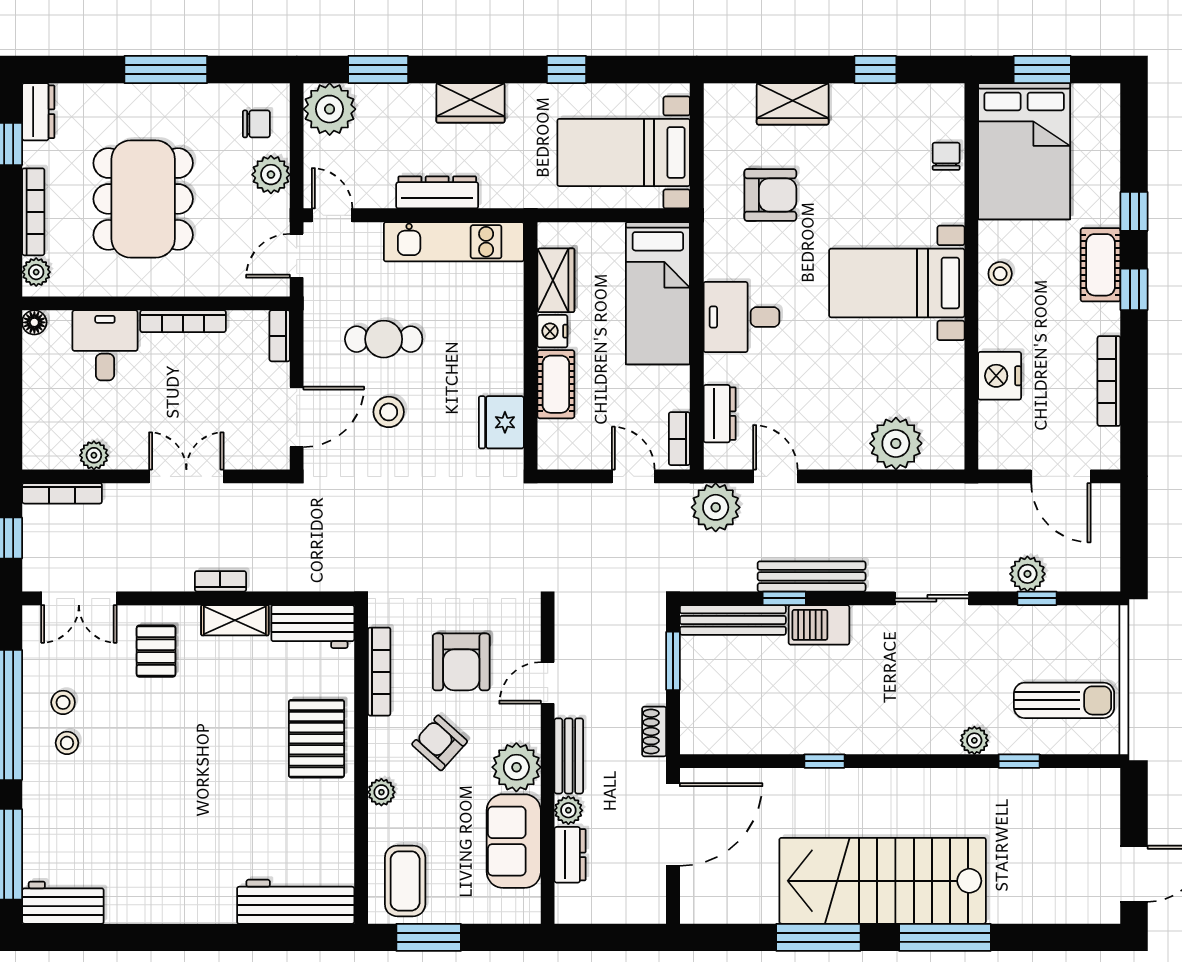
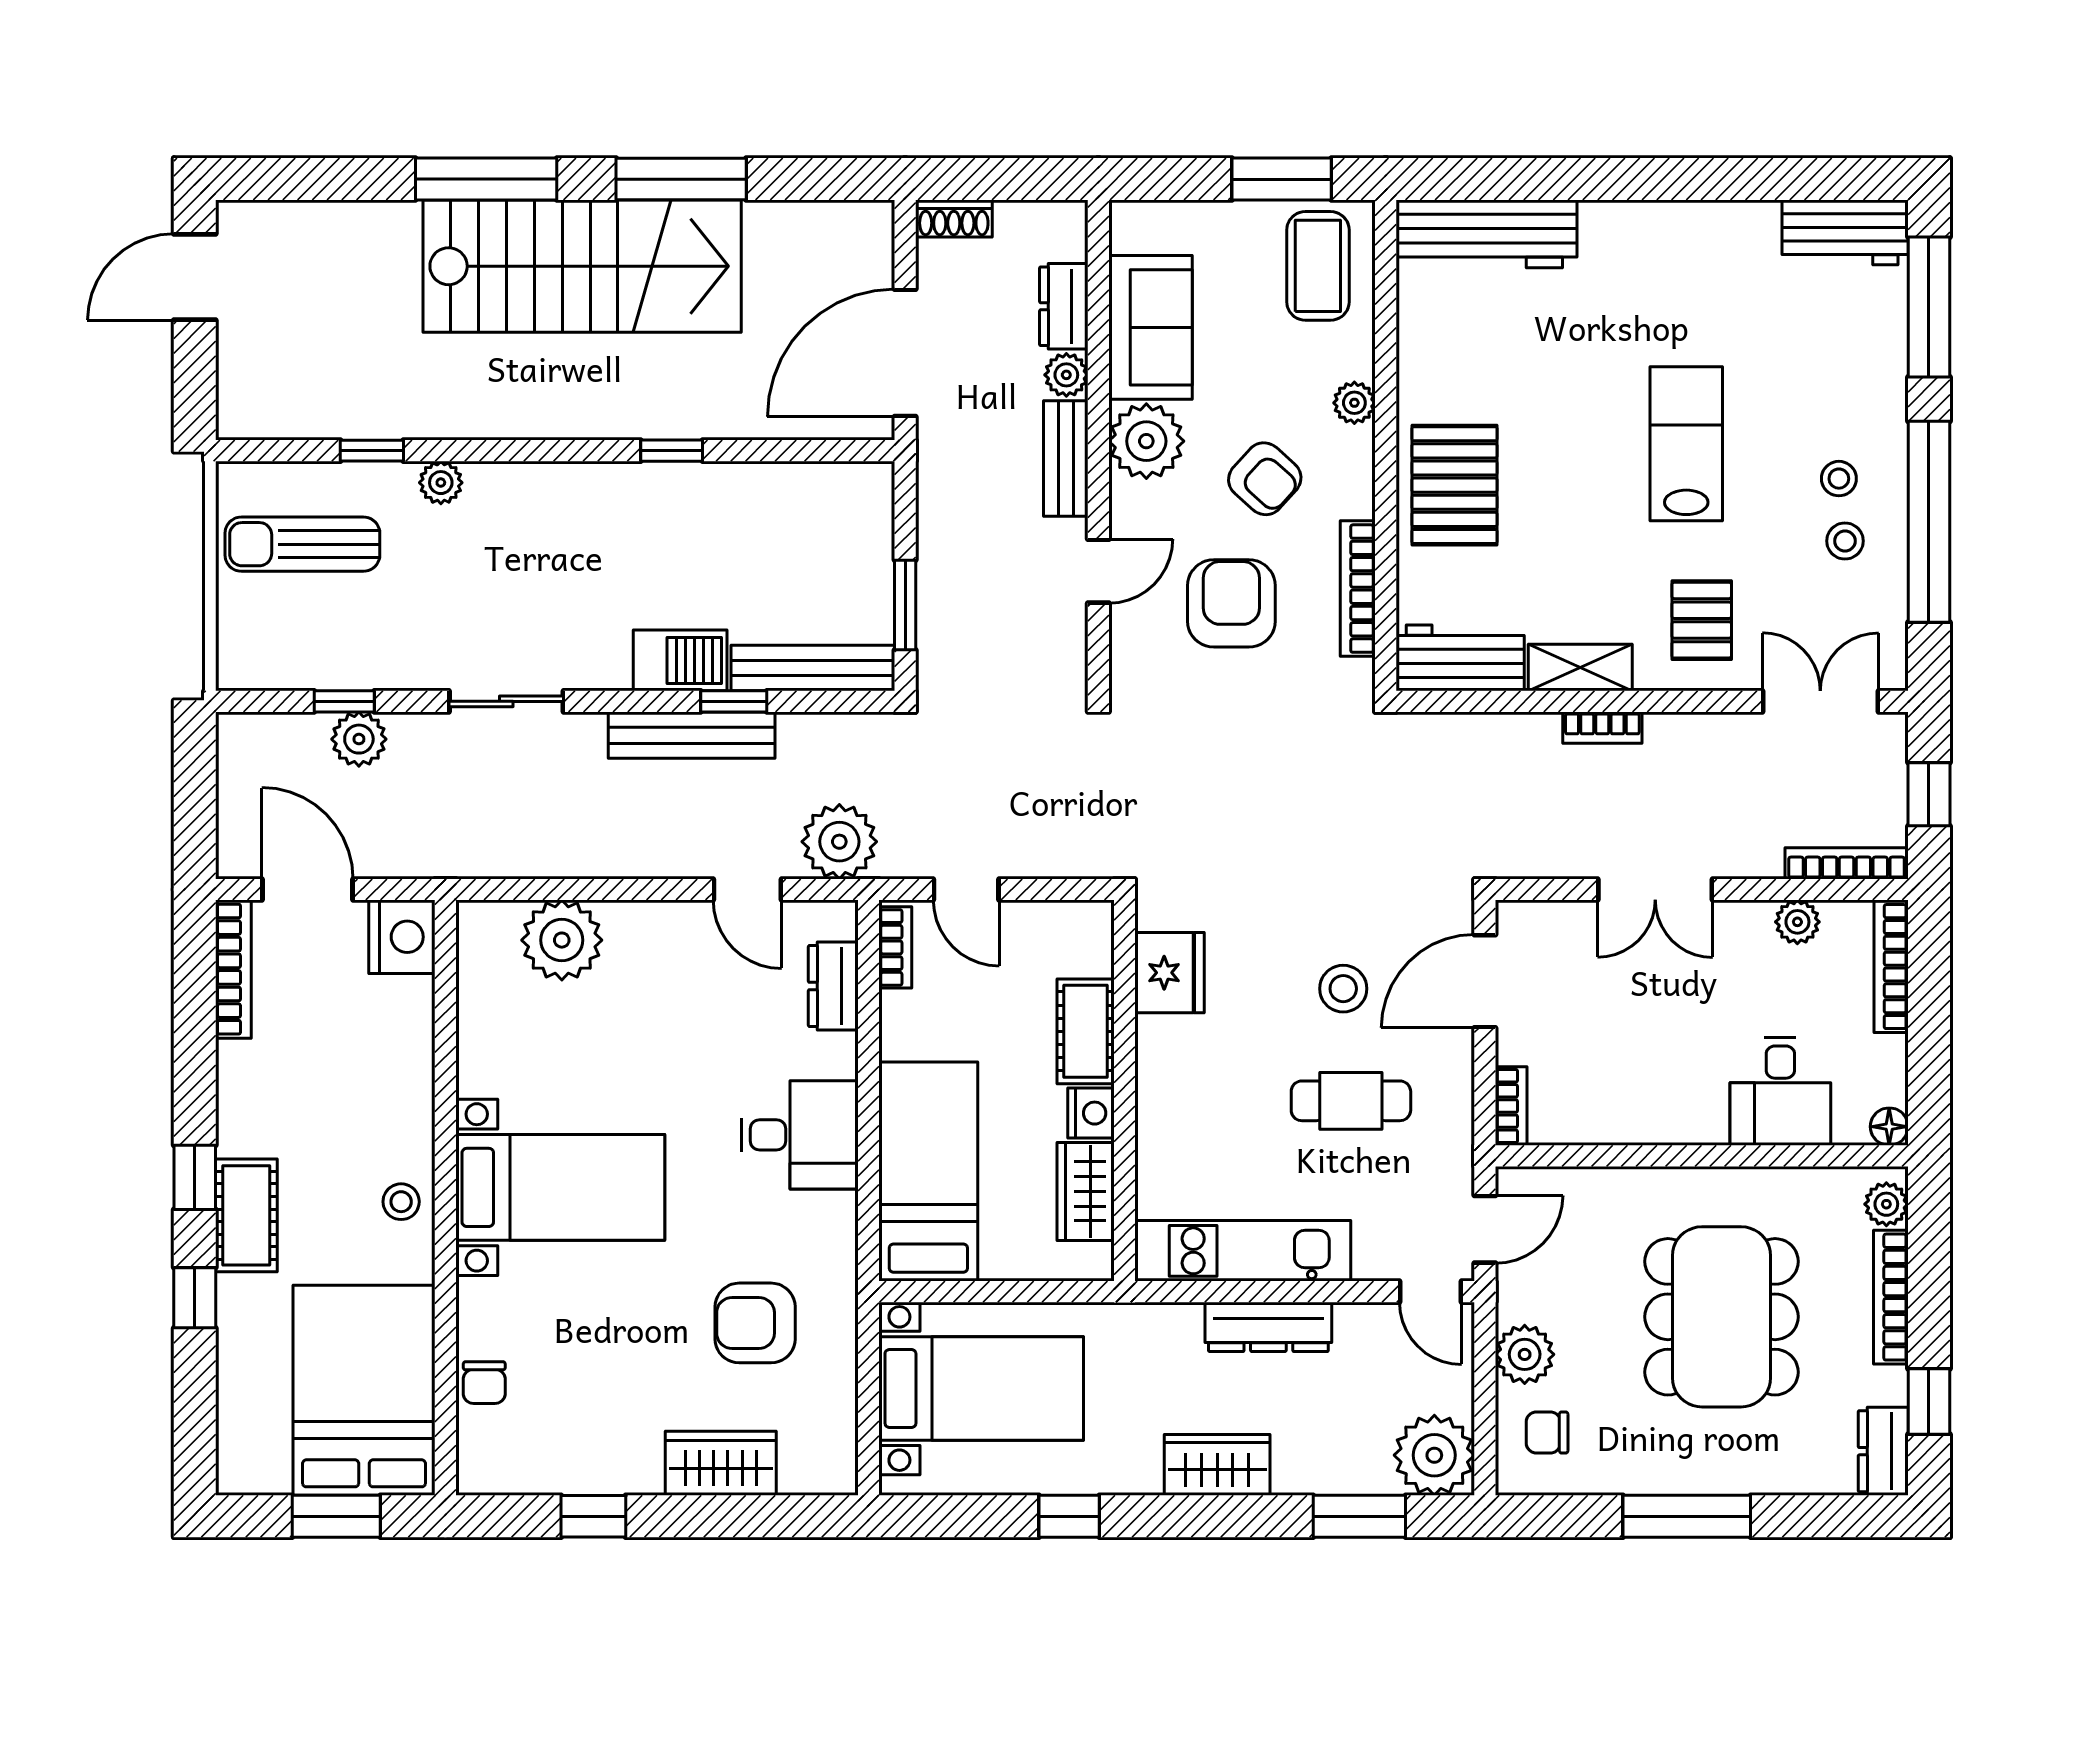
bookcase: (183, 321) -> (1891, 967), moved, turned -90
nightstand: (1000, 376) -> (402, 937), moved
bookcase: (1109, 381) -> (233, 969), moved
shoe rack: (654, 732) -> (954, 219), moved, turned 90
lab bench: (166, 766) -> (1686, 444), added

